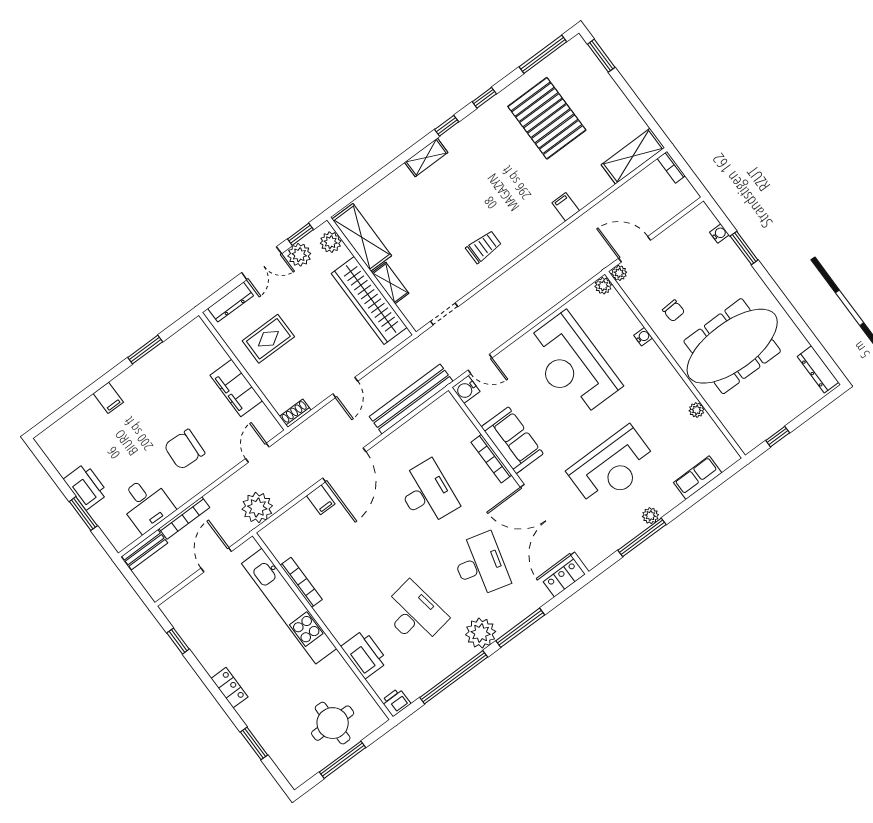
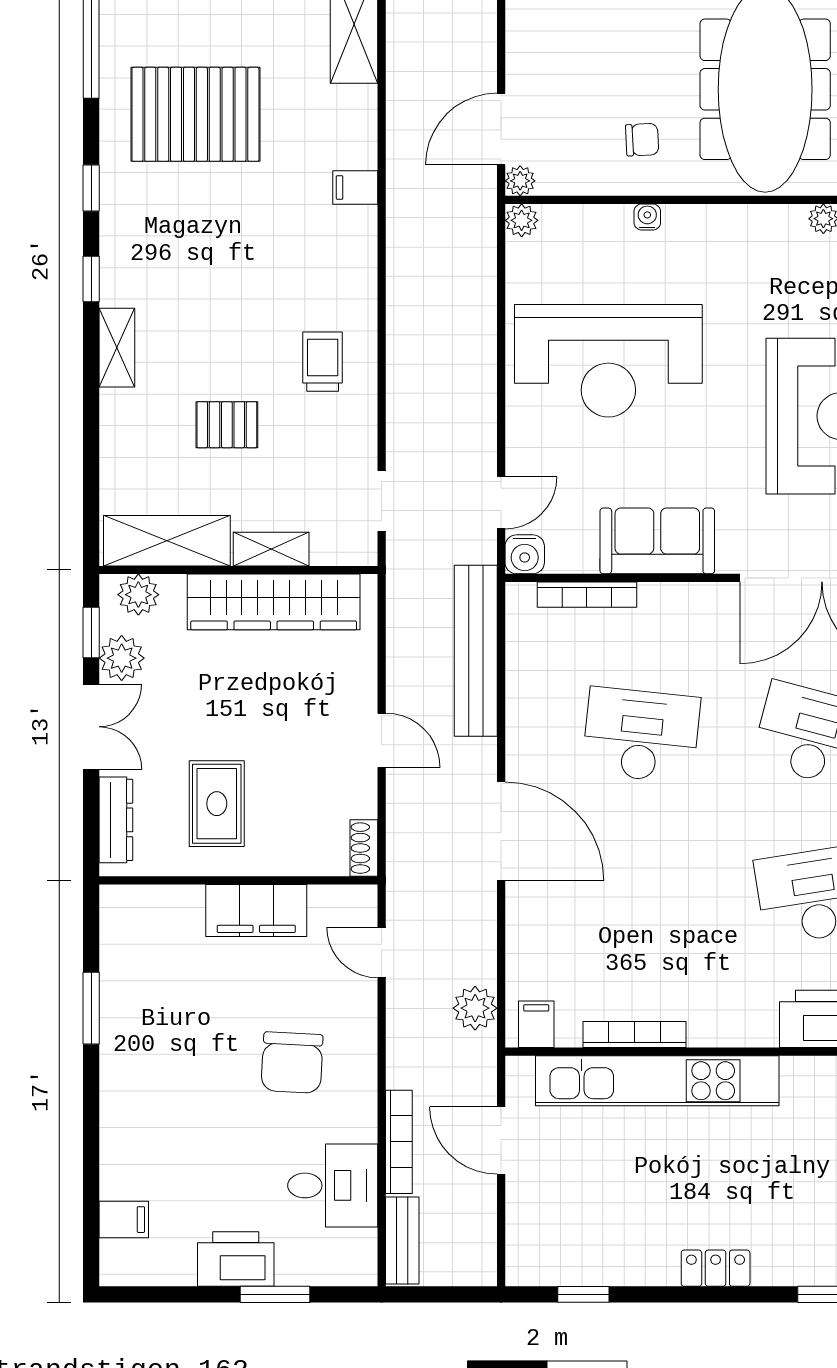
pallet: (428, 227) -> (227, 425), added
filing cabinet: (108, 398) -> (124, 1220), moved
bookcase: (491, 459) -> (587, 595), moved
filing cabinet: (321, 500) -> (536, 1024), moved, turned -90
plant: (257, 508) -> (475, 1008), width x0.73, depth x0.73

